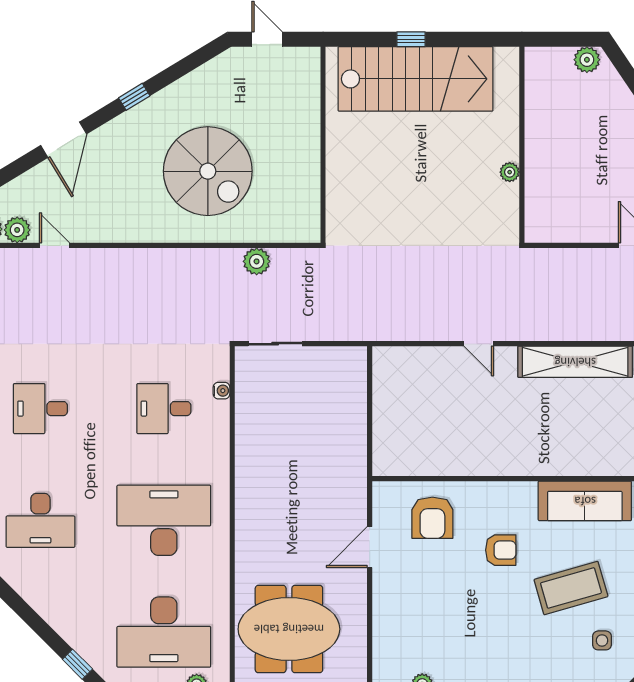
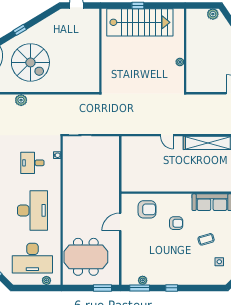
spiral stairs: (208, 171) -> (30, 62), moved
plant: (257, 261) -> (21, 100), moved
armchair: (432, 518) -> (147, 209), turned -90
desk: (164, 520) -> (32, 210), turned 90
coffee table: (571, 588) -> (206, 239), width x0.54, depth x0.58

